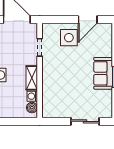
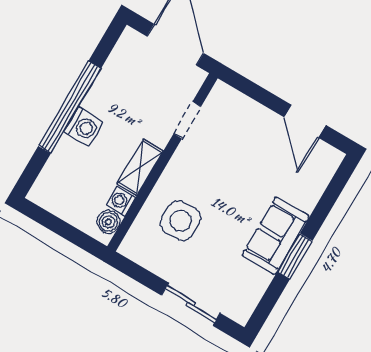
door: (88, 20) -> (305, 121), hinge flipped
side table: (69, 38) -> (181, 221), moved

